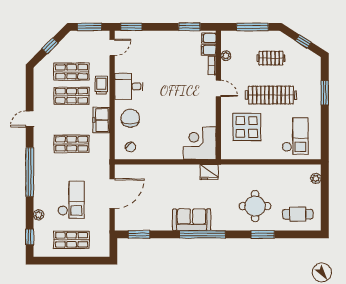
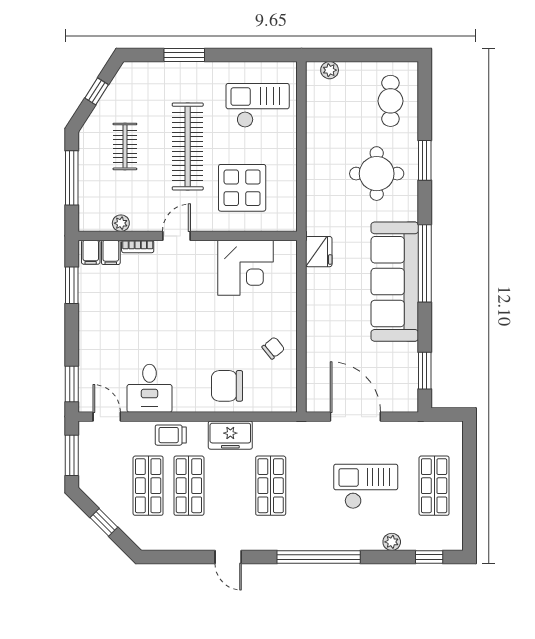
desk: (129, 86) -> (149, 388), moved
corner desk: (200, 143) -> (245, 268), moved, turned -90
chair: (131, 147) -> (273, 348), moved
sofa: (192, 220) -> (395, 282), width x1.85, depth x1.27

